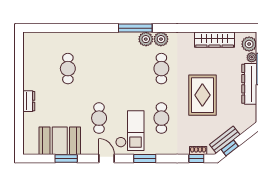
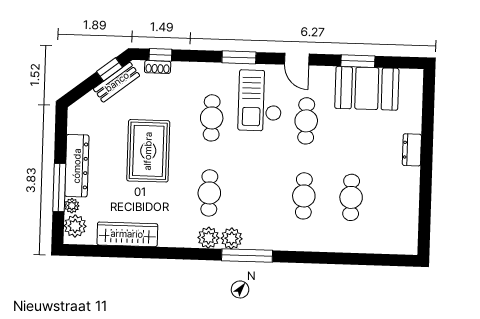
cafe table: (99, 69) -> (304, 196), added

